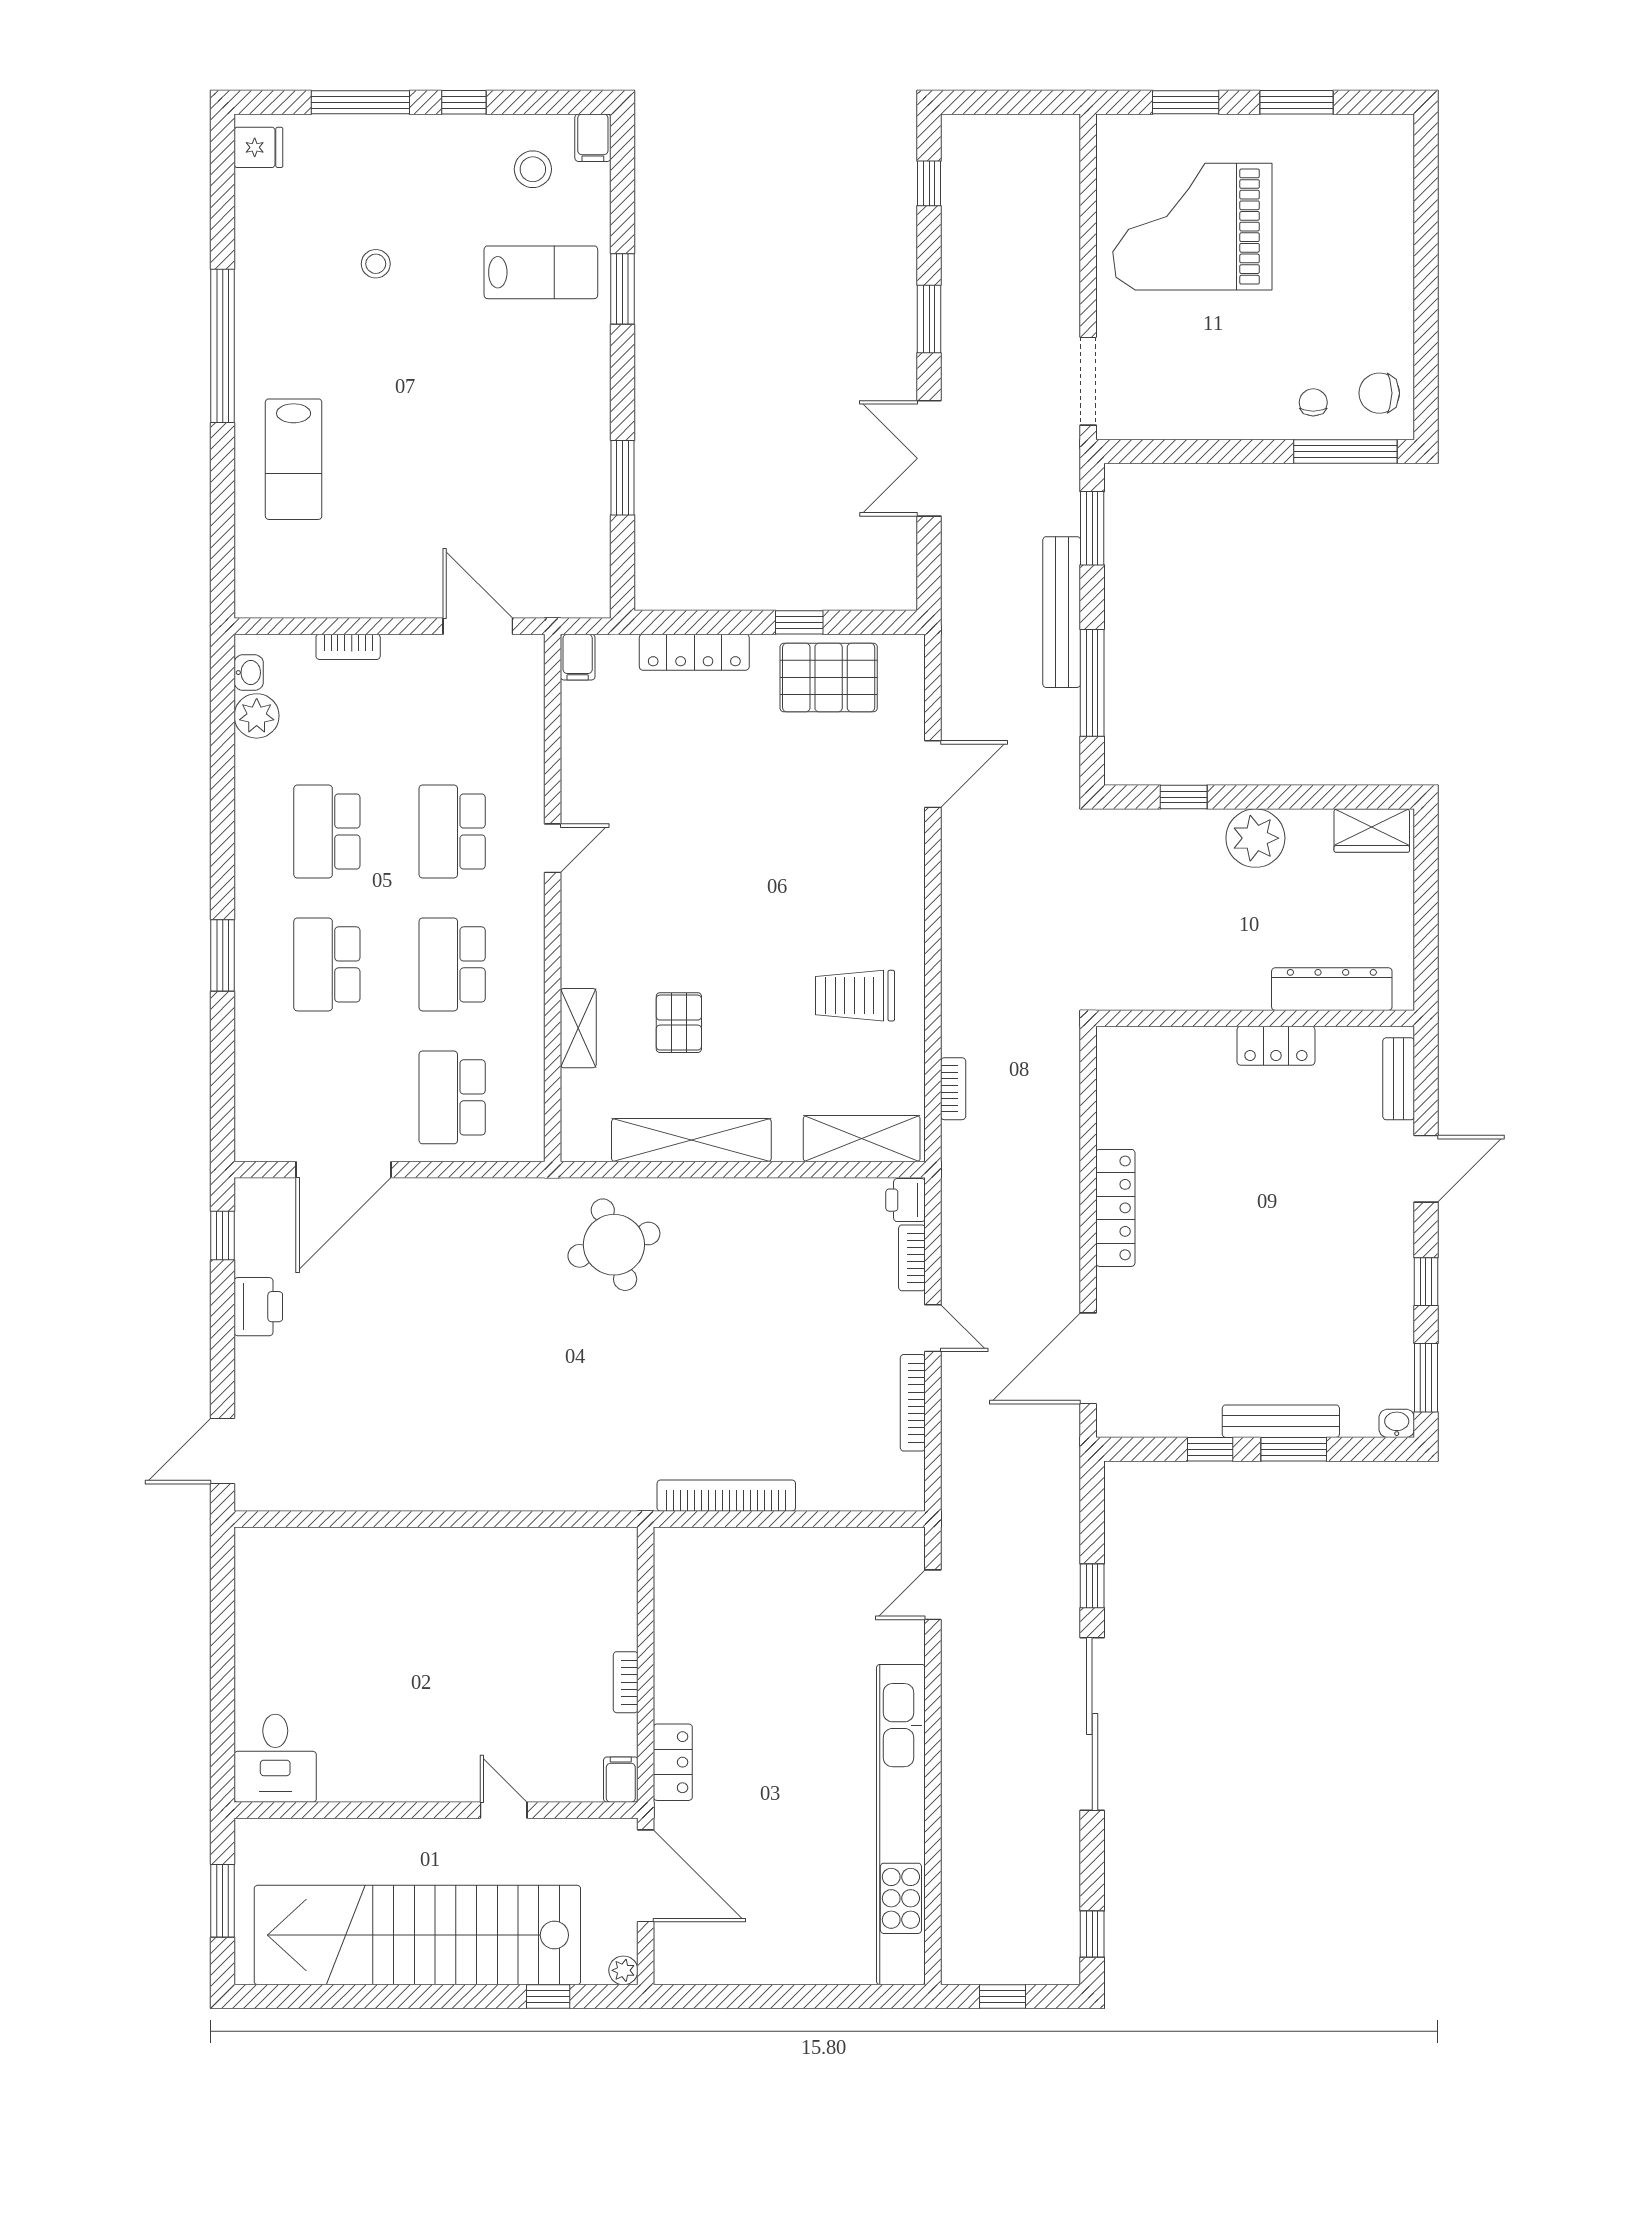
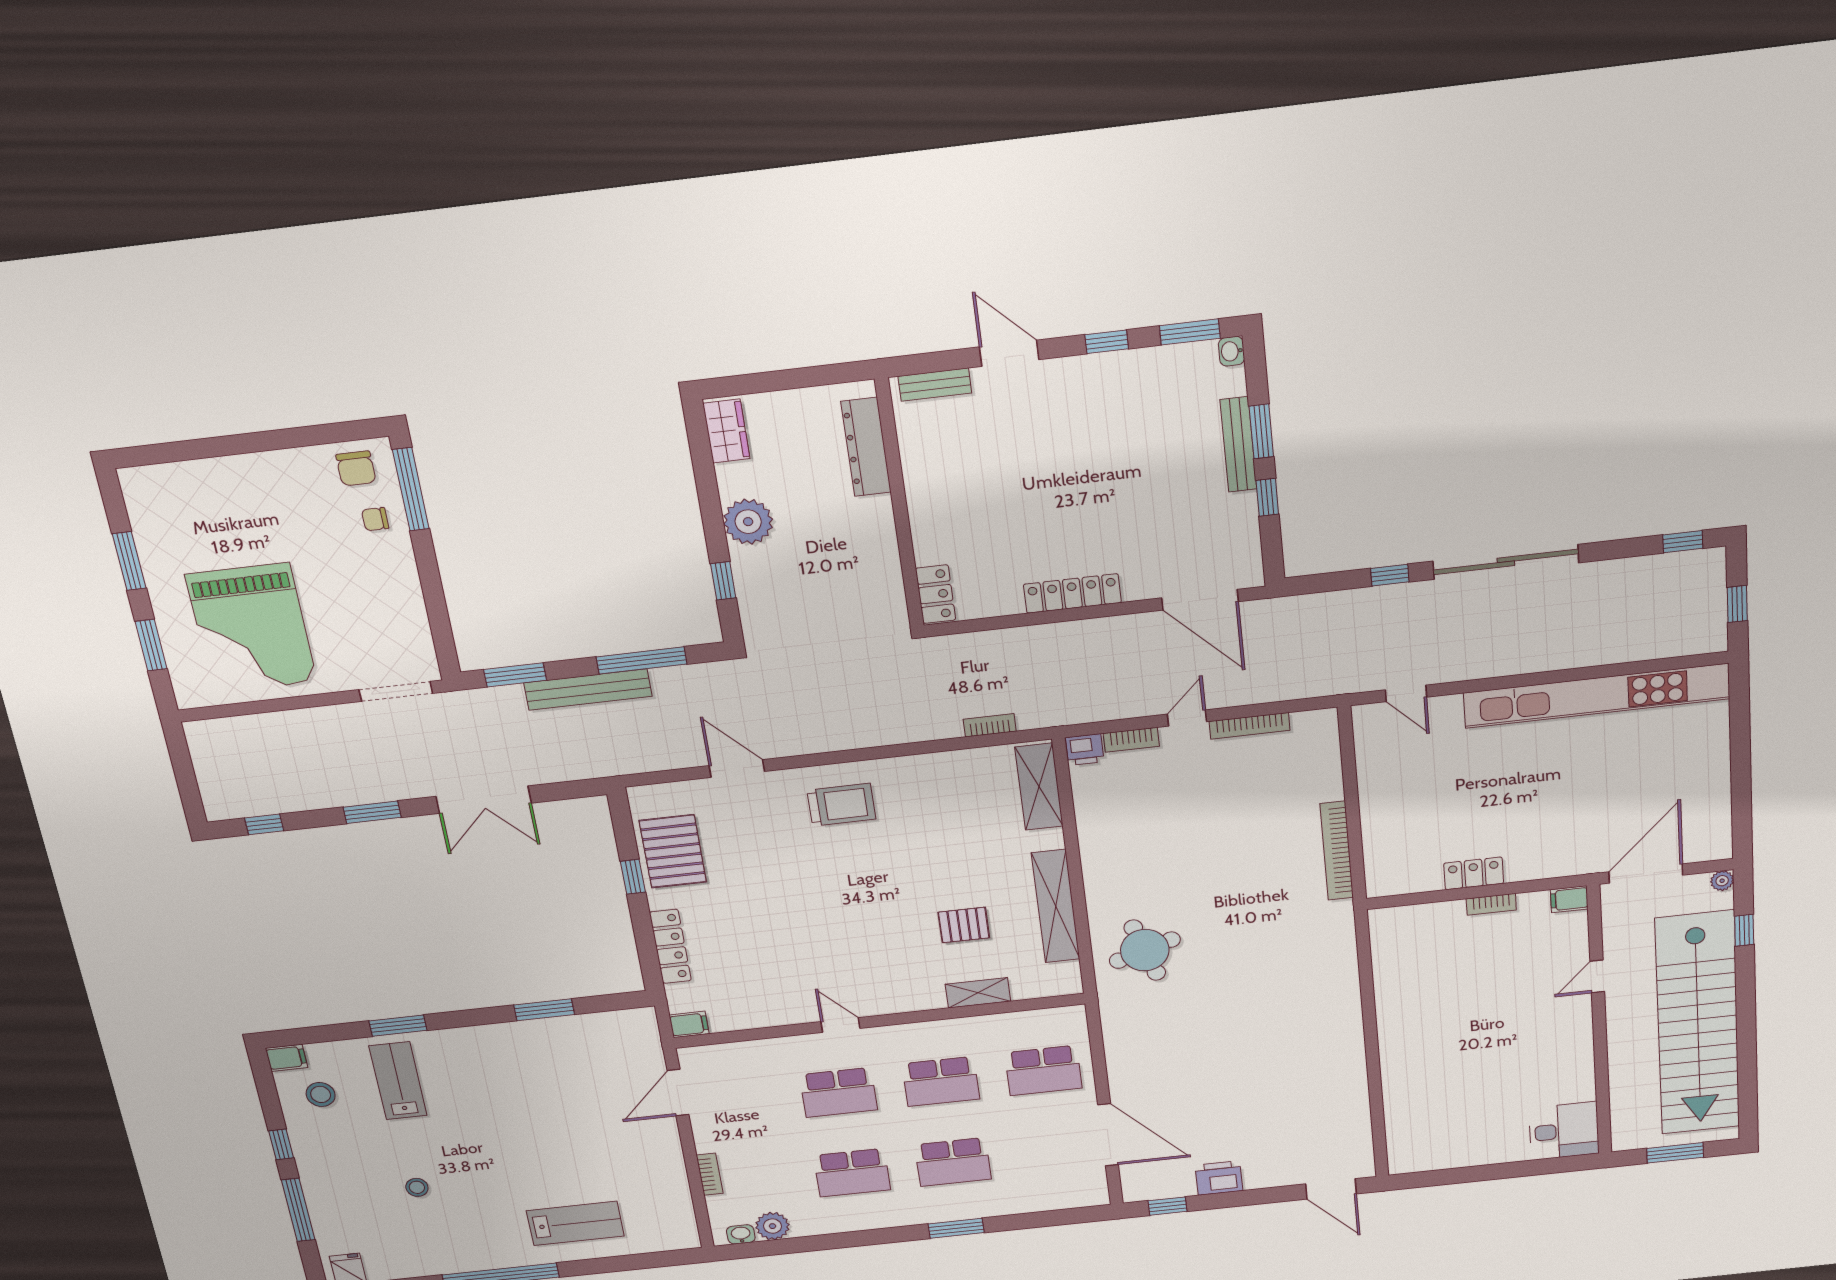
trolley: (855, 996) -> (841, 805), moved, turned -90
locker: (1276, 1046) -> (936, 594), moved
locker: (673, 1762) -> (1474, 873), moved

